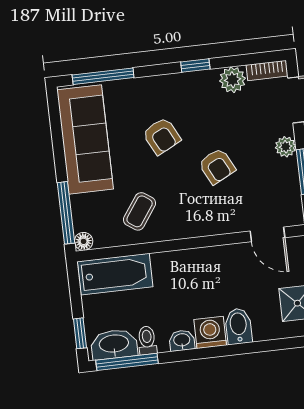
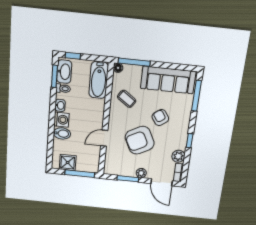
armchair: (162, 136) -> (160, 118), turned 82
armchair: (217, 166) -> (140, 140), width x1.88, depth x1.88
door: (267, 234) -> (104, 138), moved
window: (127, 362) -> (54, 76), width x0.69

